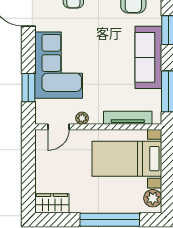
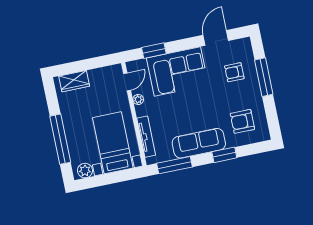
door: (59, 127) -> (127, 82), swing flipped
wardrobe: (52, 203) -> (74, 81), moved, turned 90

